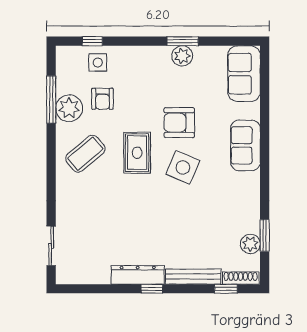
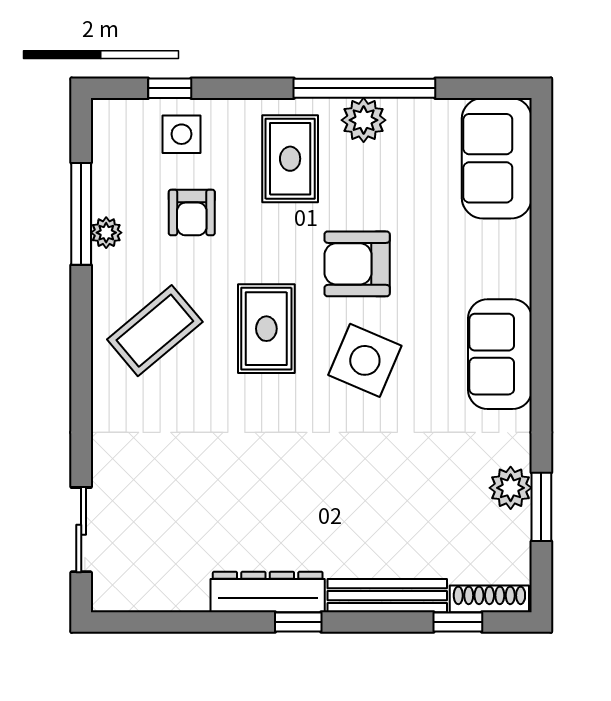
window: (183, 41) -> (364, 88), width x2.11
rug: (148, 74) -> (290, 159), added
plant: (69, 108) -> (106, 233), width x0.53, depth x0.53
sofa: (245, 145) -> (500, 354), moved
plant: (250, 244) -> (511, 488), moved

